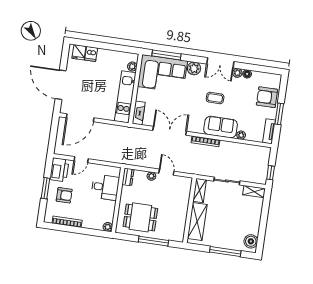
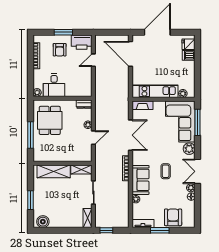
door: (81, 160) -> (93, 60), hinge flipped
desk: (105, 187) -> (54, 85), moved
window: (225, 252) -> (30, 200), width x0.69

